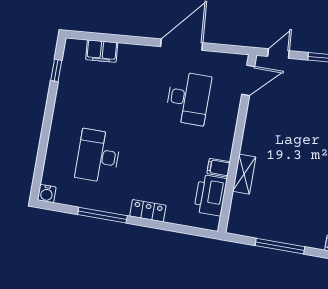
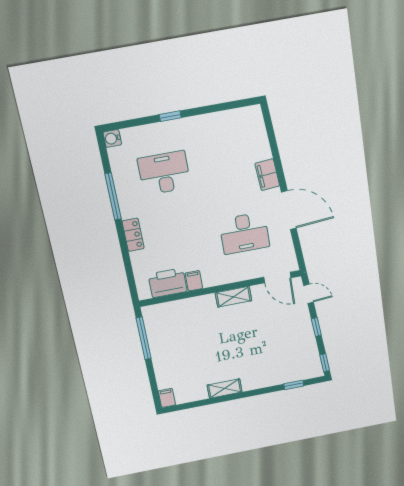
filing cabinet: (102, 51) -> (267, 175), moved
window: (56, 70) -> (170, 116), moved
shelving: (244, 174) -> (233, 297), moved
window: (280, 246) -> (144, 338), moved

